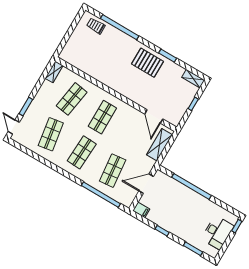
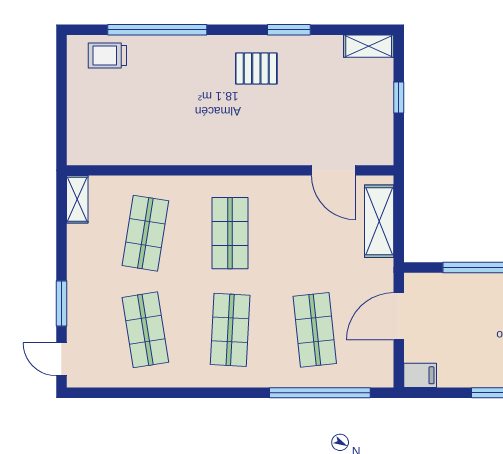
pallet: (147, 63) -> (256, 68), width x0.67, depth x0.71

